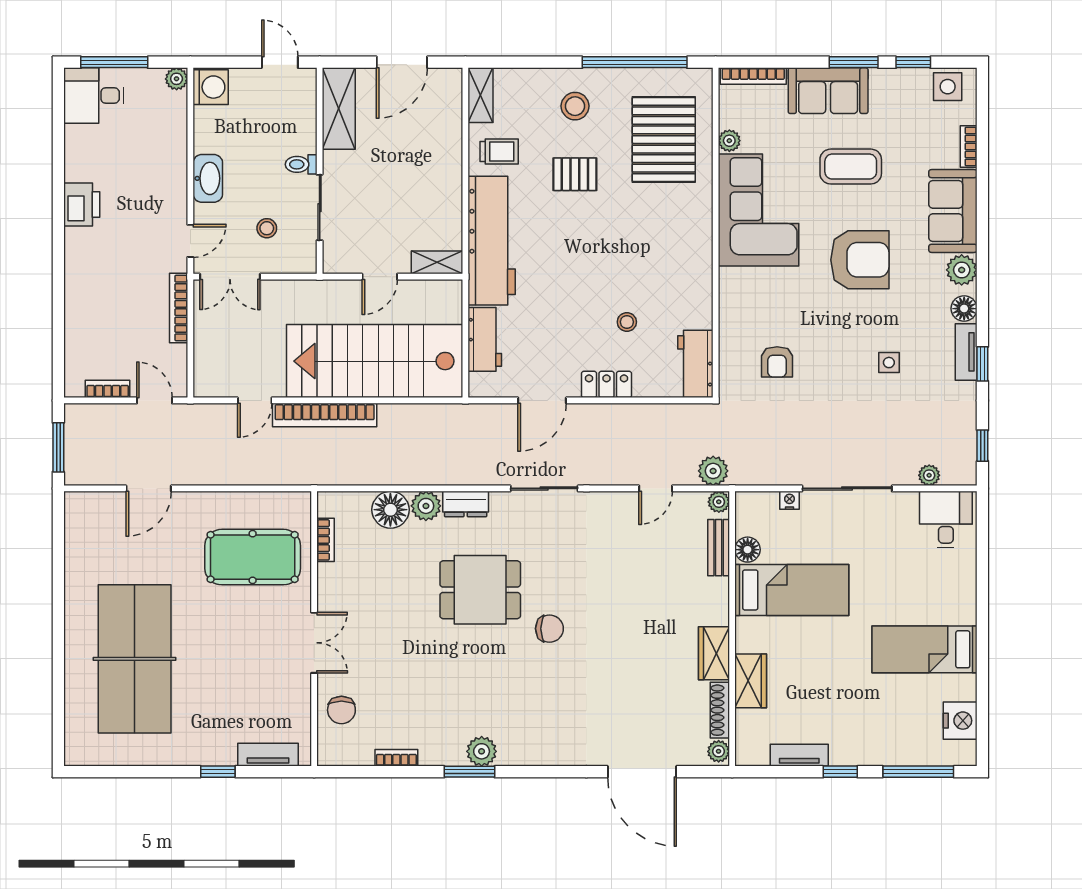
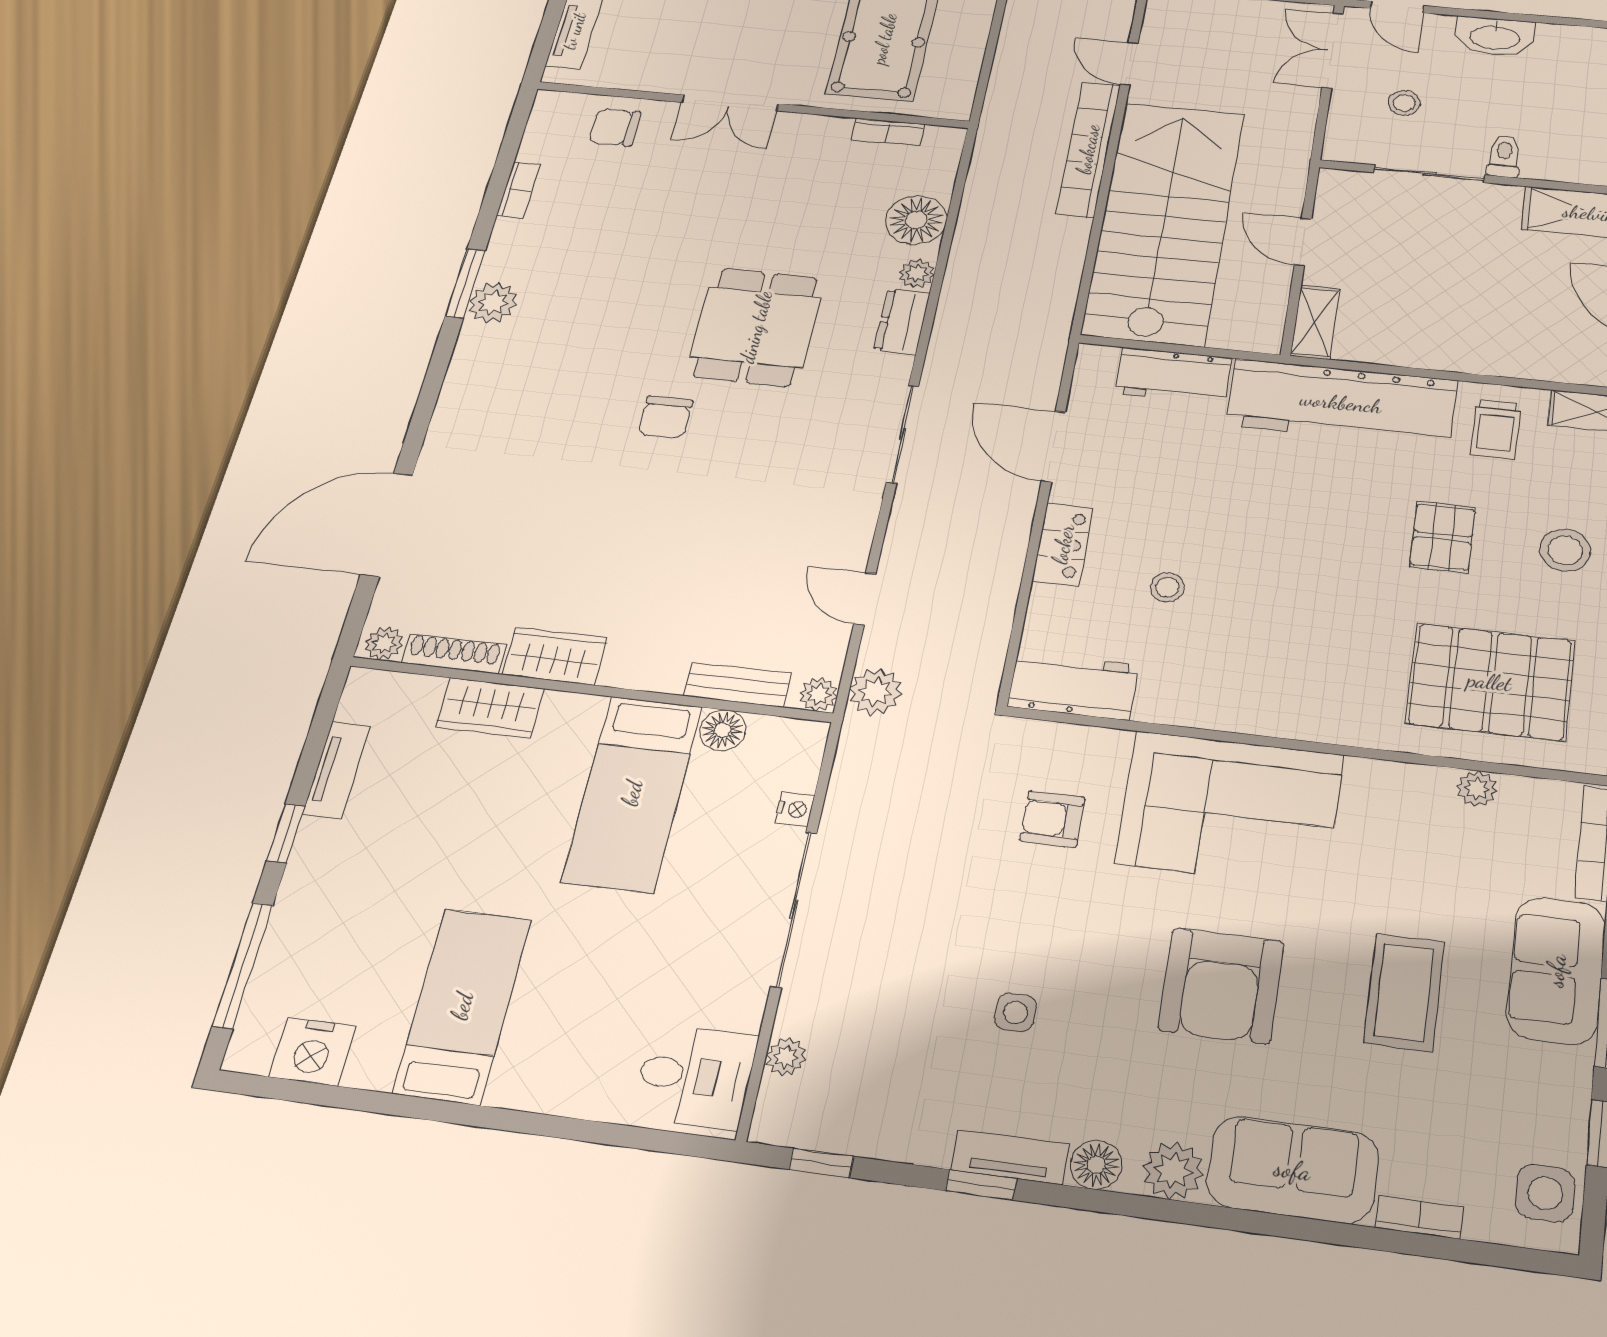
corner sofa: (758, 210) -> (1230, 809), moved
plant: (426, 506) -> (917, 274), width x0.73, depth x0.73

